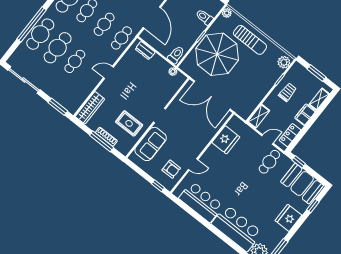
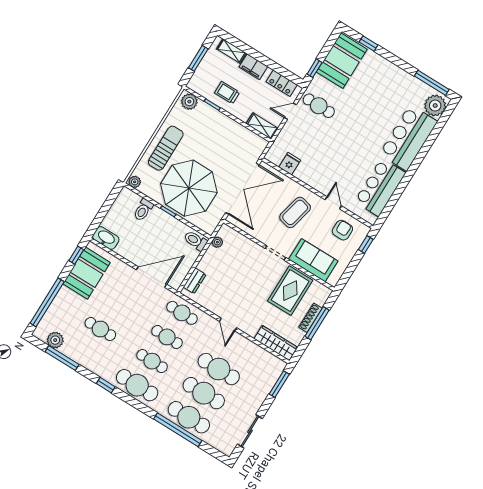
cafe table: (75, 61) -> (219, 369), width x1.37, depth x1.35
sliding door: (24, 80) -> (250, 431), width x0.73
rug: (129, 123) -> (290, 291), width x1.36, depth x1.43
coffee table: (189, 134) -> (295, 212), added
door: (268, 139) -> (290, 111), hinge flipped
fridge: (226, 140) -> (290, 164), width x0.53, depth x0.75
fridge: (288, 218) -> (388, 73), removed

